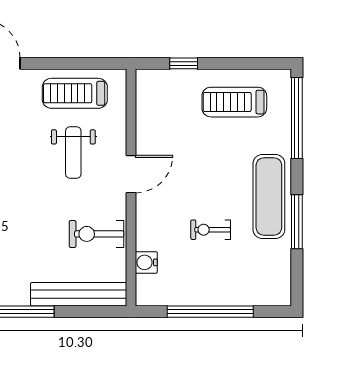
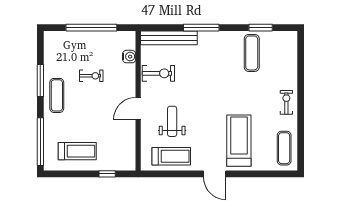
exercise mat: (269, 197) -> (57, 95), width x0.73, depth x0.69

